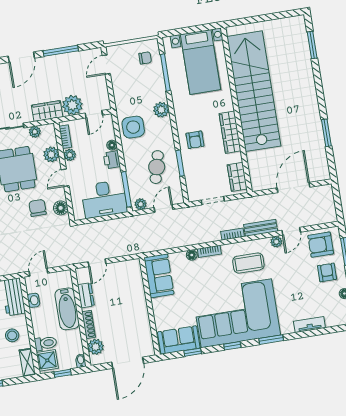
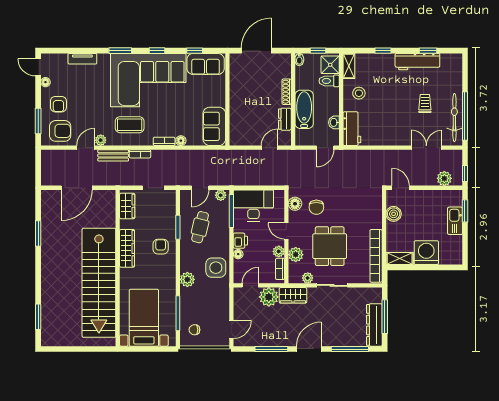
door: (65, 178) -> (286, 231), swing flipped
plant: (96, 347) -> (283, 70), removed

